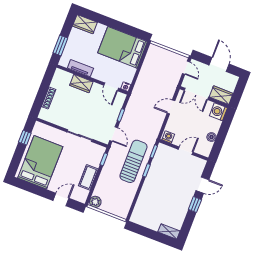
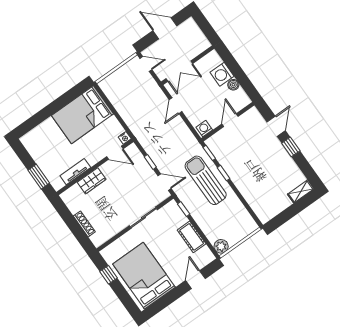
wardrobe: (85, 24) -> (34, 137), removed
wardrobe: (221, 95) -> (197, 47), removed
washing machine: (218, 112) -> (222, 74), moved

